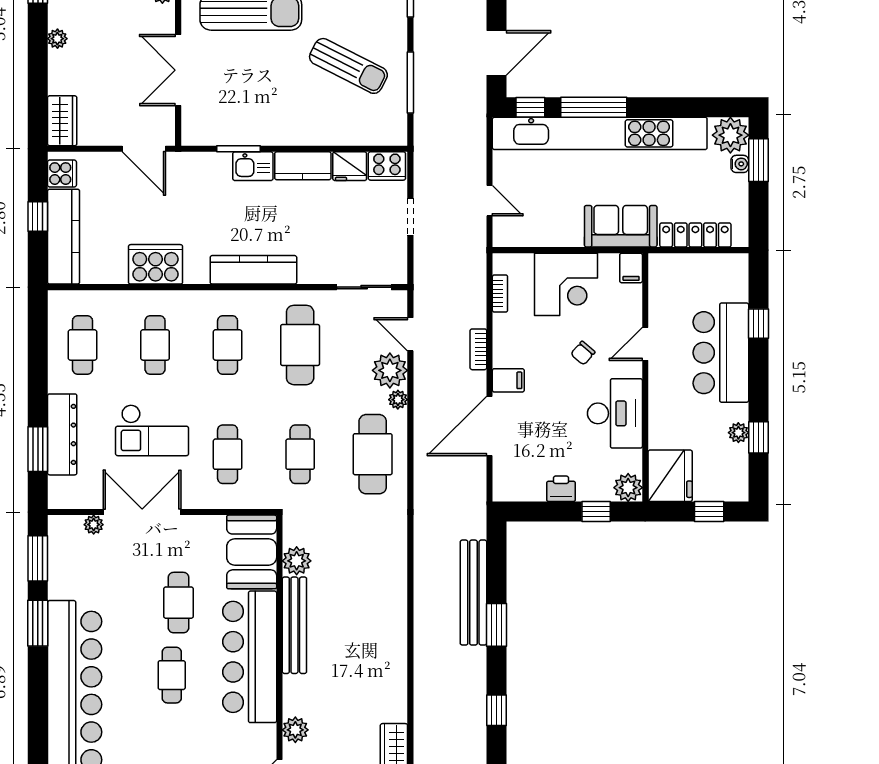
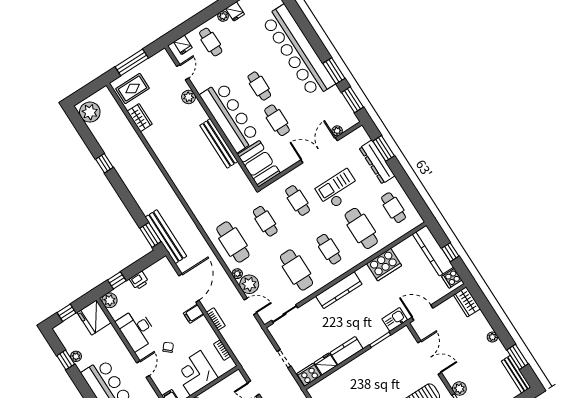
kitchen sink: (253, 166) -> (395, 319), moved
cafe table: (155, 345) -> (361, 228), width x1.37, depth x1.35
double door: (142, 512) -> (319, 150), swing flipped
plant: (297, 561) -> (236, 173), removed
bench: (473, 593) -> (166, 237), moved
window: (496, 625) -> (150, 235), moved

